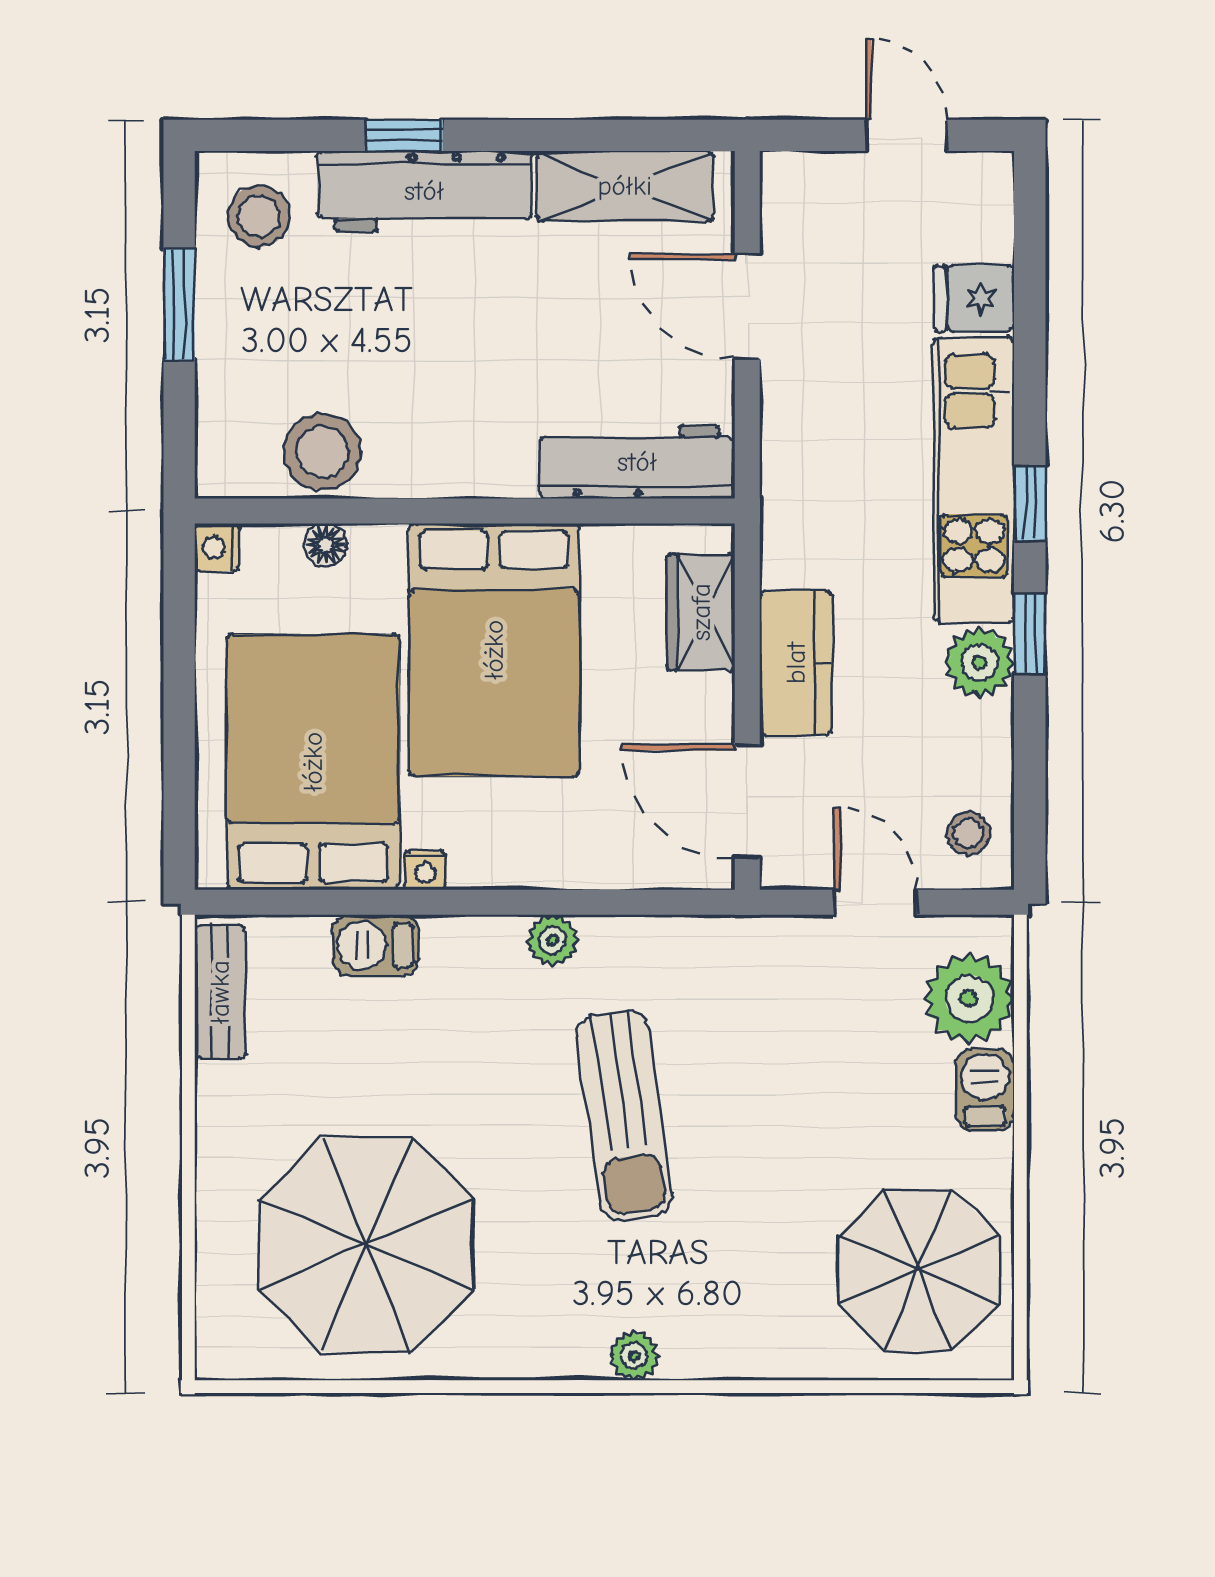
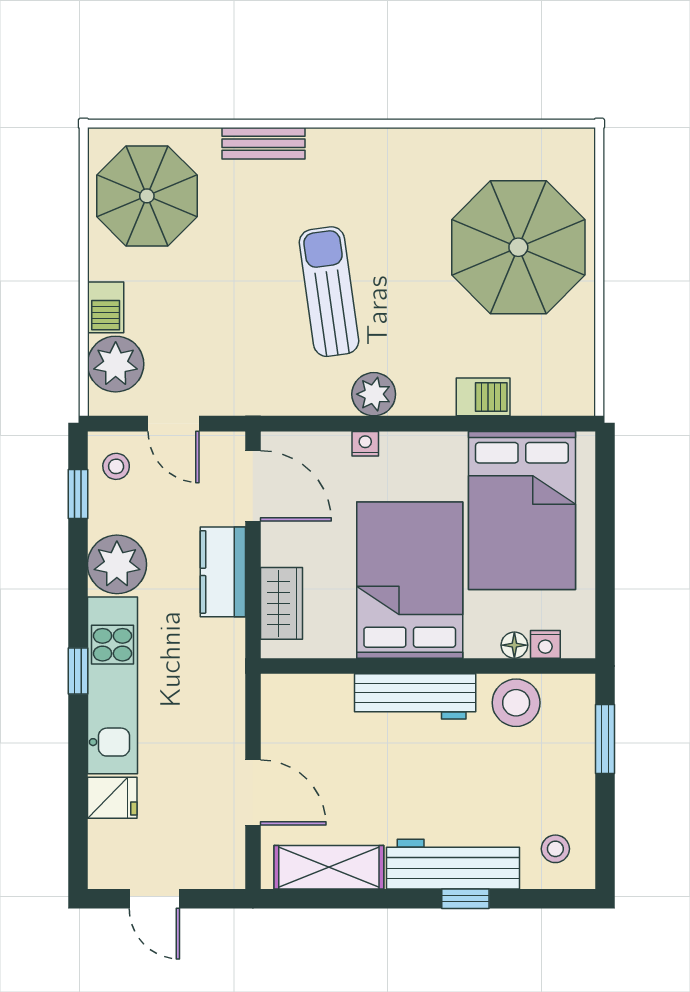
stool: (259, 216) -> (555, 849), width x0.73, depth x0.73
window: (179, 305) -> (605, 739), moved
workbench: (637, 462) -> (415, 696), moved
nightstand: (217, 547) -> (545, 644), moved, turned 90
window: (1030, 633) -> (78, 494), moved
plant: (979, 662) -> (117, 564), width x1.36, depth x1.36
nightstand: (425, 870) -> (365, 444), moved
plant: (552, 940) -> (374, 394), width x1.38, depth x1.38
bench: (220, 992) -> (264, 143), moved, turned 90
parasol: (366, 1245) -> (518, 247), moved
plant: (634, 1356) -> (323, 143), removed

